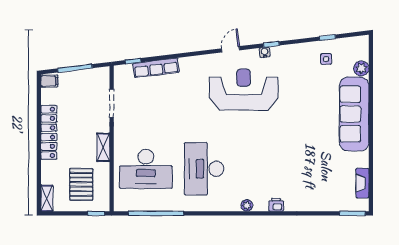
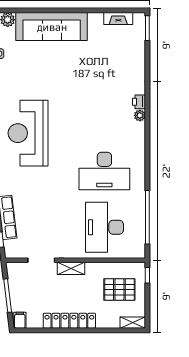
shelving: (103, 147) -> (71, 268), moved
desk: (146, 169) -> (104, 227), turned 180
plant: (247, 205) -> (140, 115), moved

